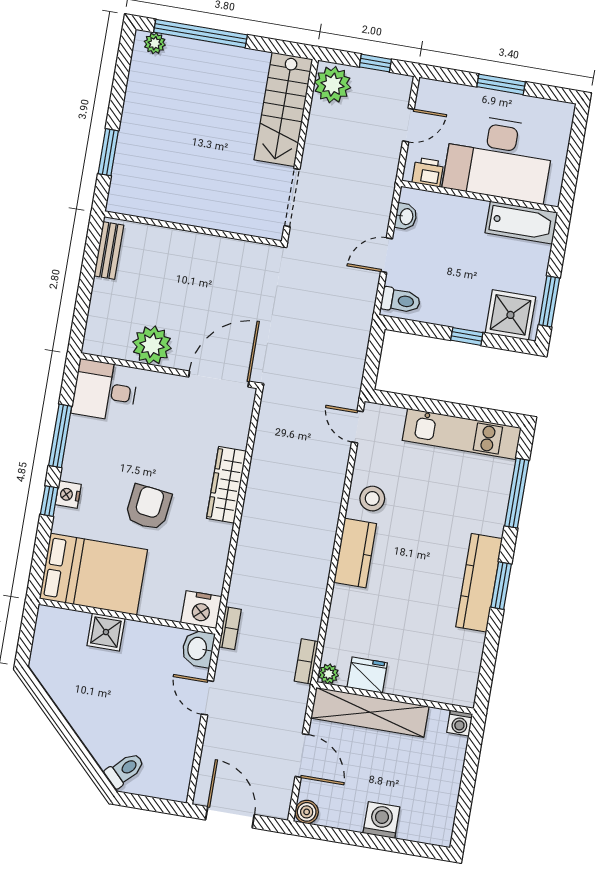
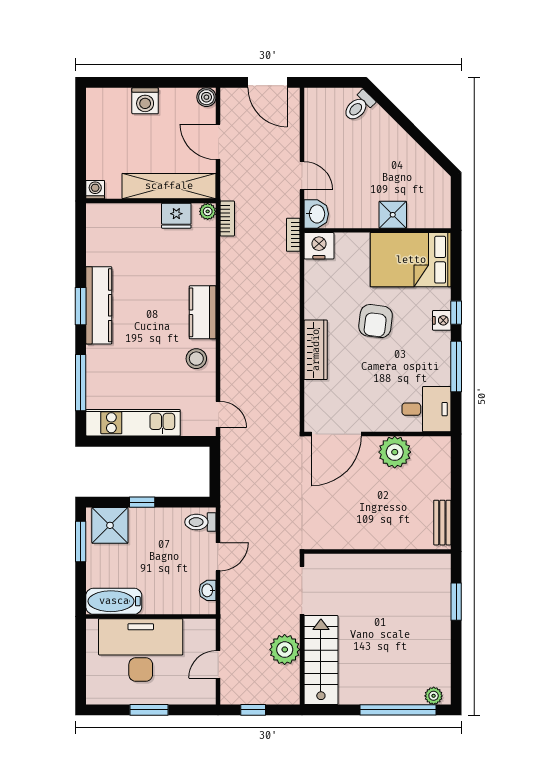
plant: (333, 85) -> (285, 650), moved
printer: (428, 172) -> (196, 629), removed

